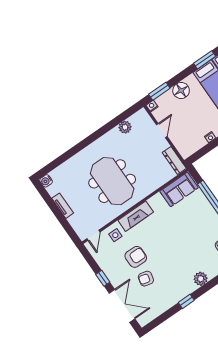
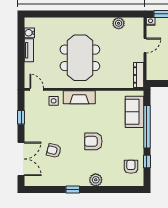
water cooler: (46, 181) -> (29, 33), moved
sofa: (179, 189) -> (134, 112), moved, turned 90
door: (93, 235) -> (37, 89), swing flipped
armchair: (136, 257) -> (93, 141), moved, turned 180
window: (103, 278) -> (21, 117), moved

